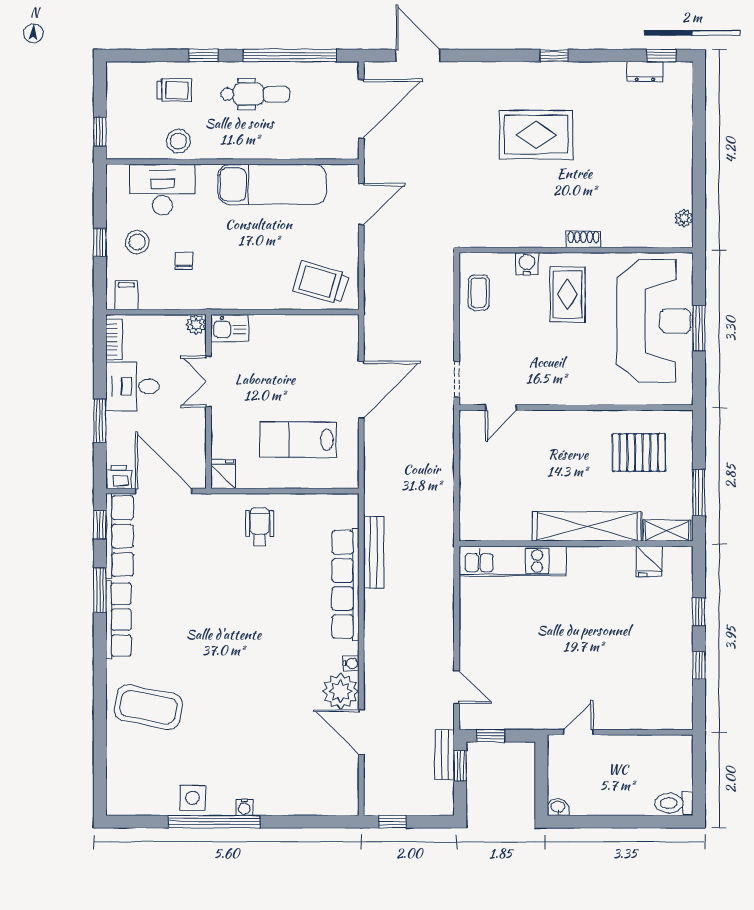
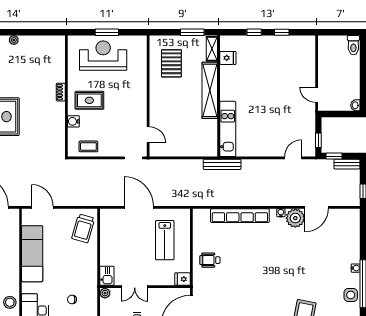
plant: (684, 218) -> (14, 40), moved
reception desk: (654, 321) -> (103, 56), width x0.74, depth x0.77
bench: (374, 553) -> (222, 164), moved
bench: (445, 755) -> (347, 164), moved

